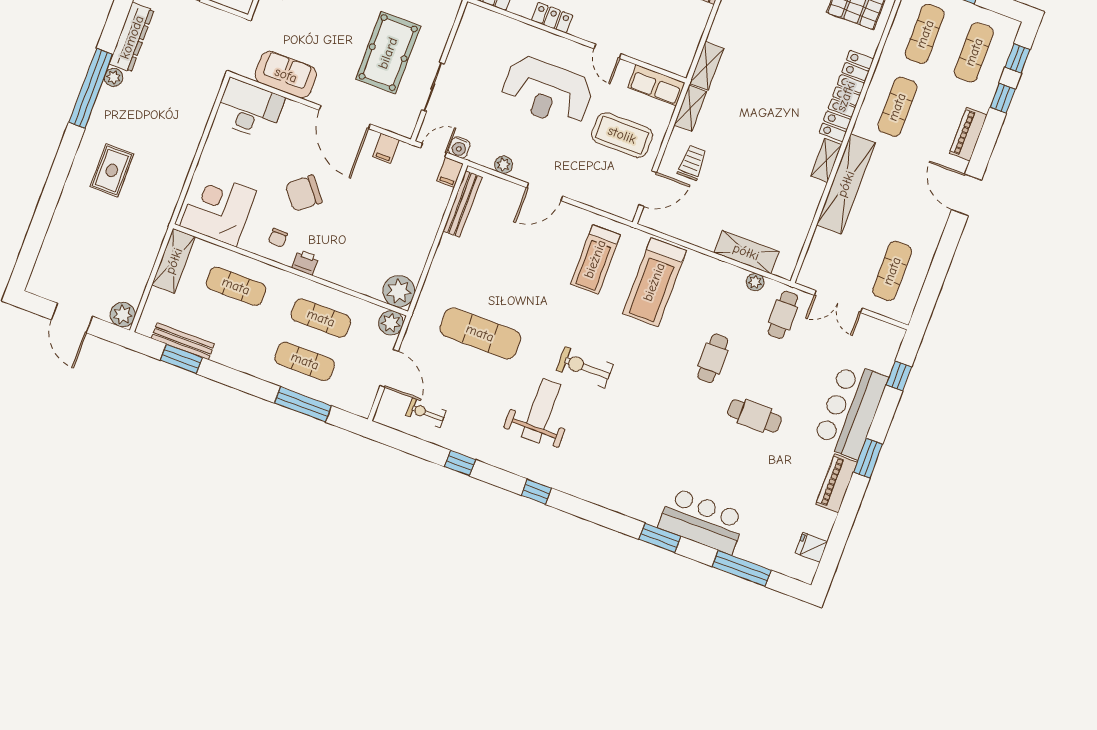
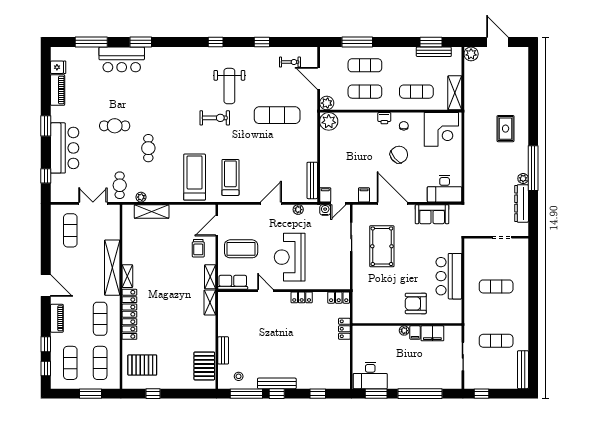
reception desk: (547, 92) -> (290, 257), turned -90
piano: (837, 483) -> (58, 90), moved

